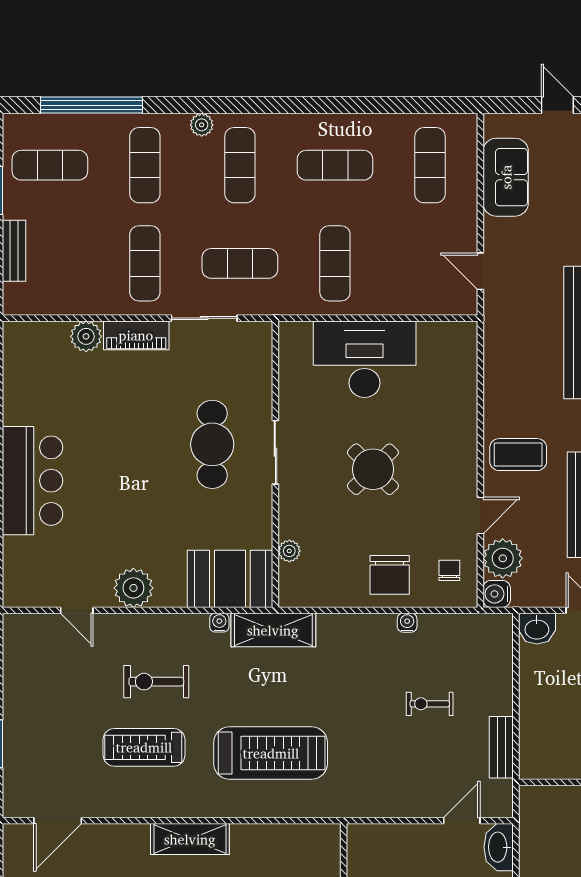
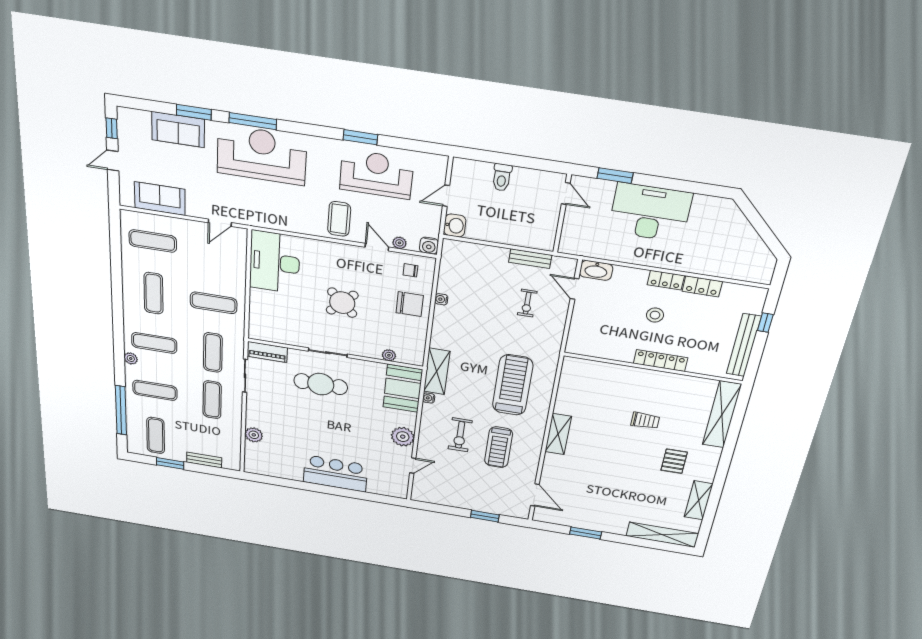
exercise mat: (145, 263) -> (212, 400), turned 90
piano: (136, 335) -> (267, 352), moved, turned 90
desk: (365, 359) -> (275, 262), moved
plant: (503, 558) -> (399, 243), width x0.53, depth x0.53
exercise bike: (430, 704) -> (527, 303), moved

